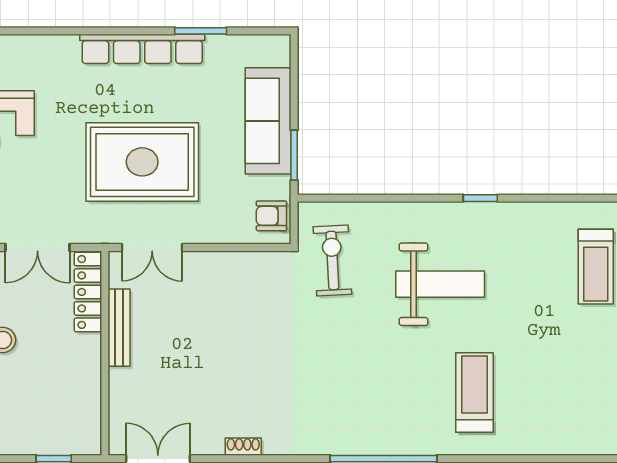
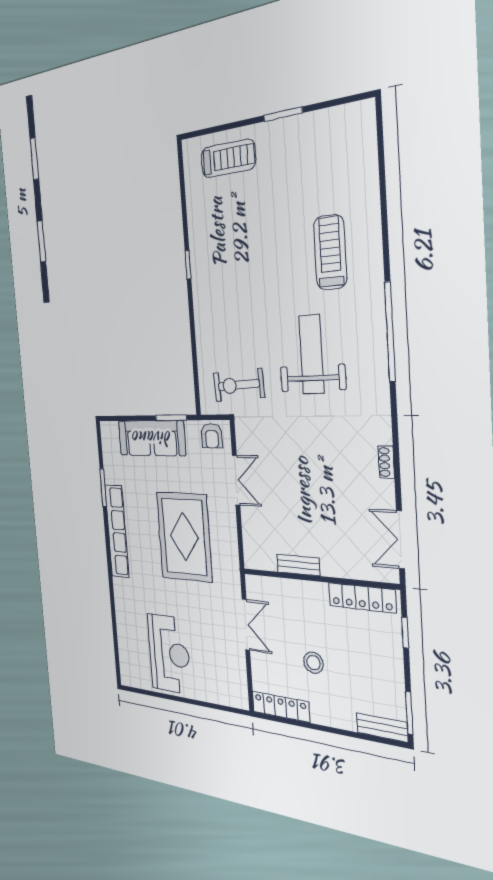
double door: (152, 247) -> (236, 480), moved
weight bench: (440, 284) -> (311, 354), moved
locker: (88, 292) -> (362, 598), moved
bench: (119, 328) -> (298, 565), width x0.73
treadmill: (475, 392) -> (330, 252), turned 90

